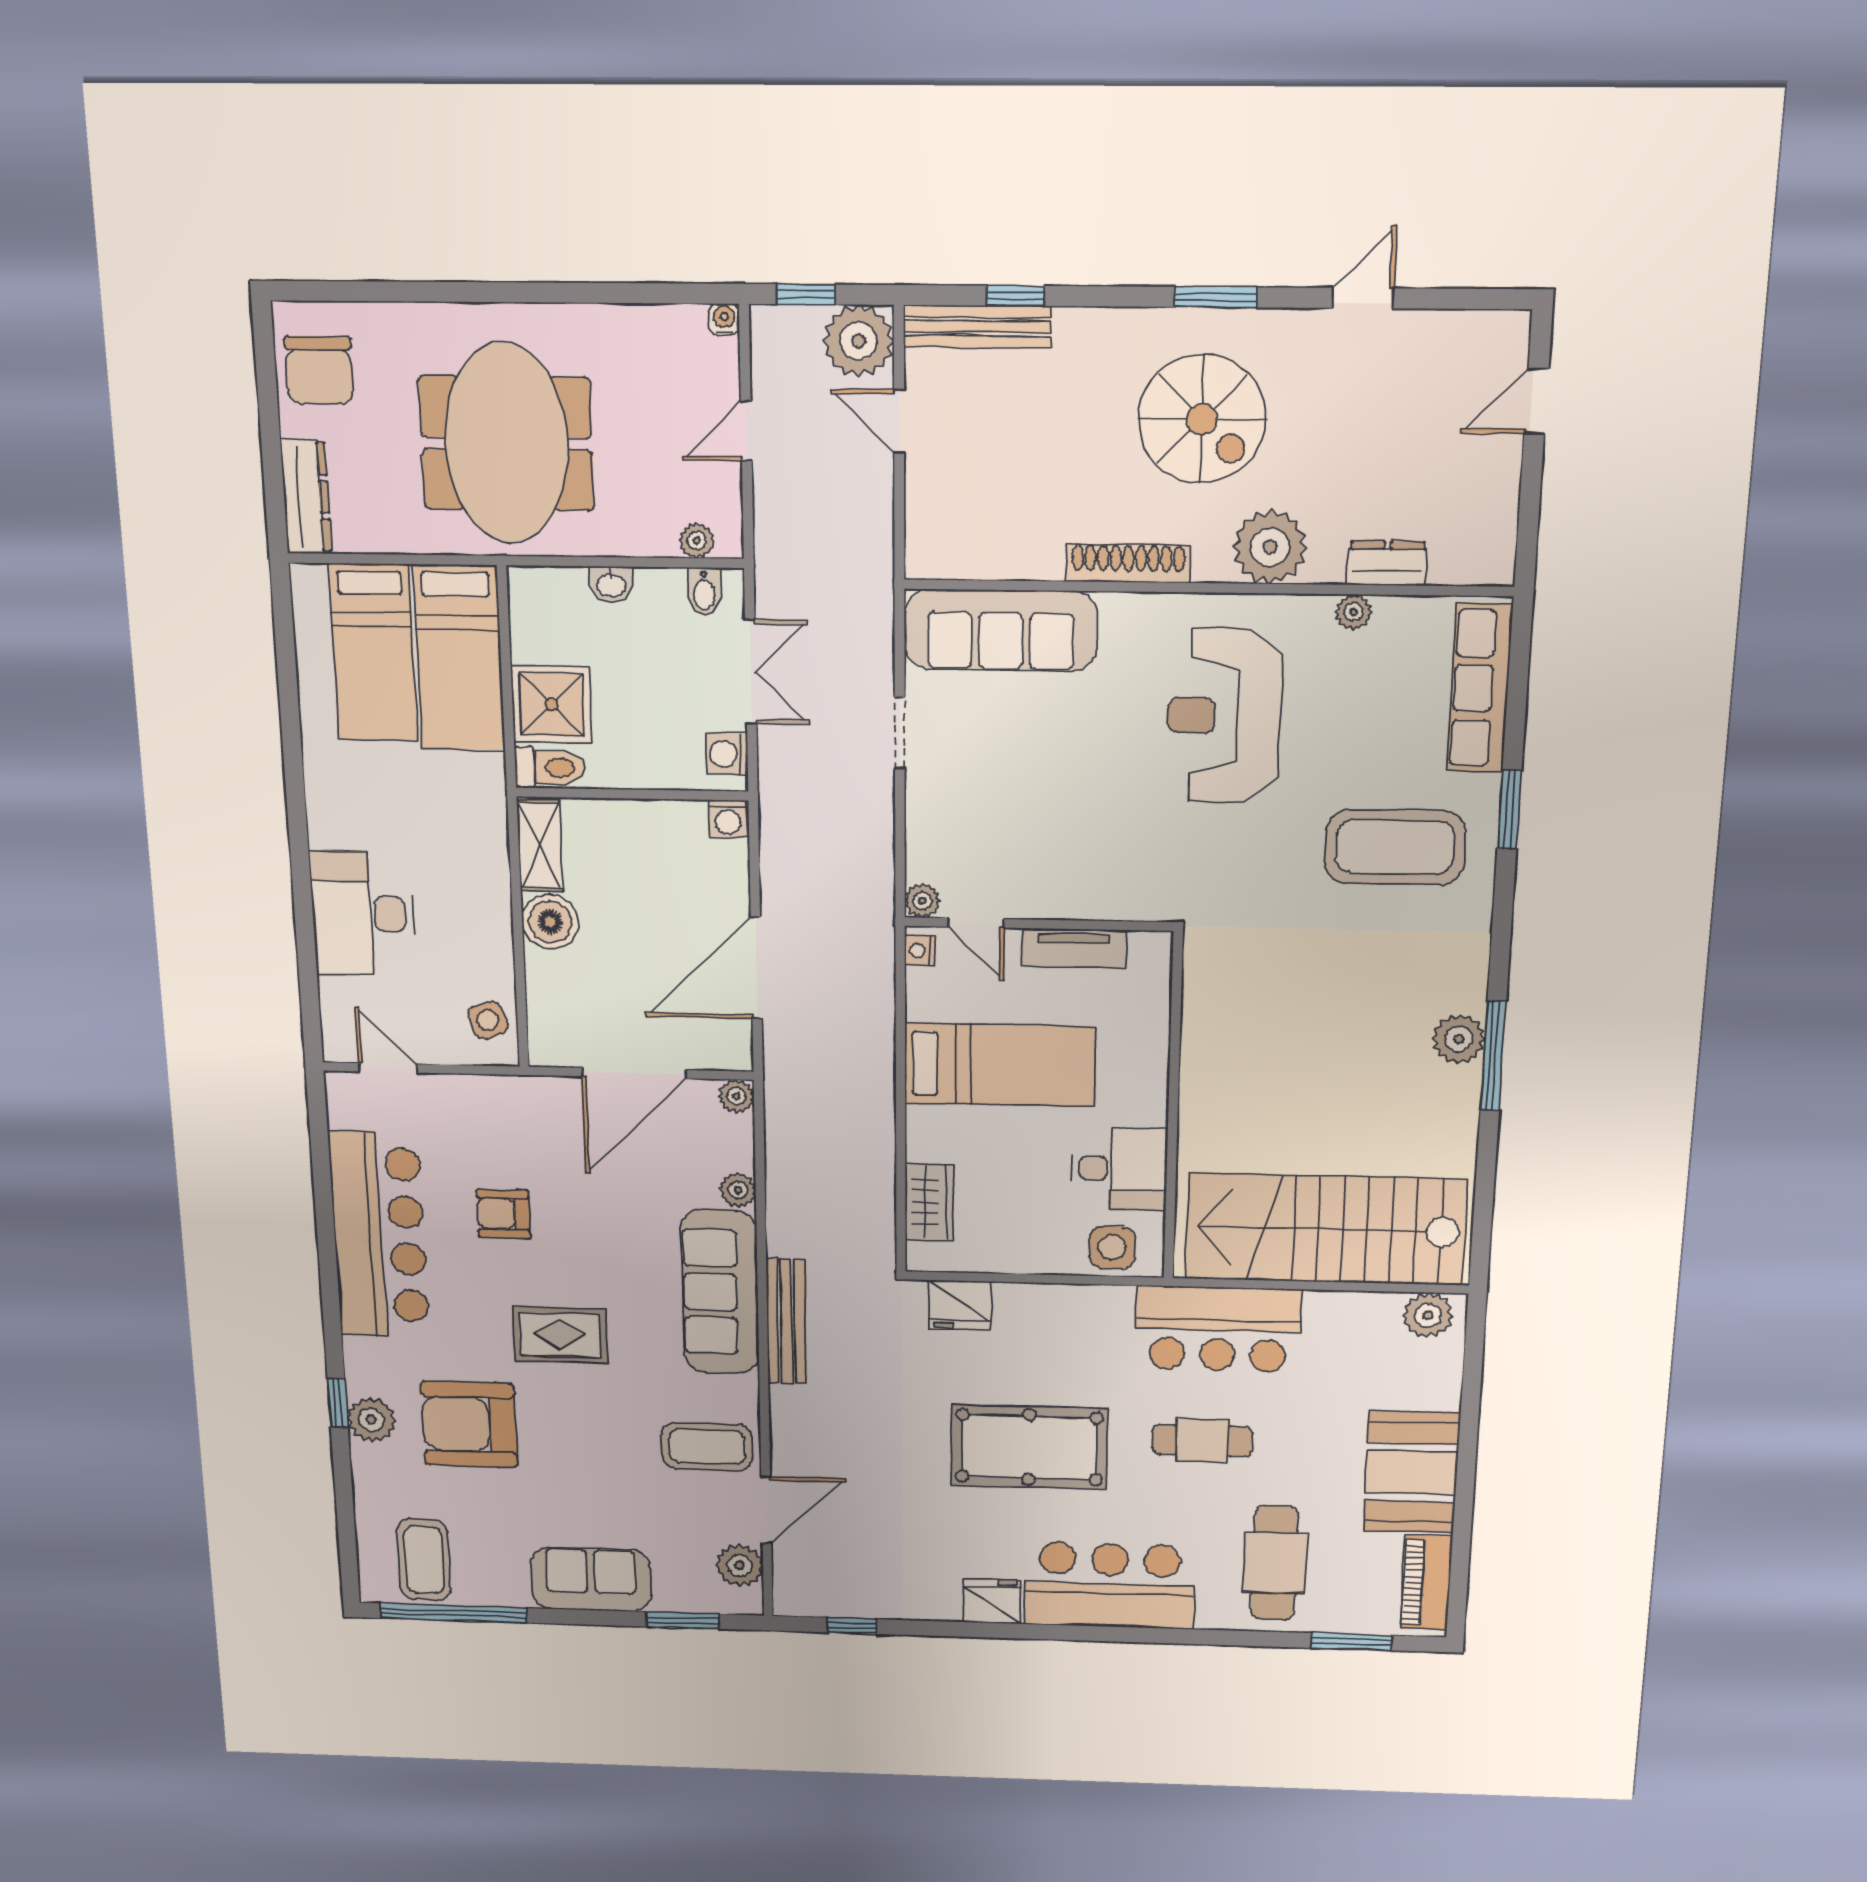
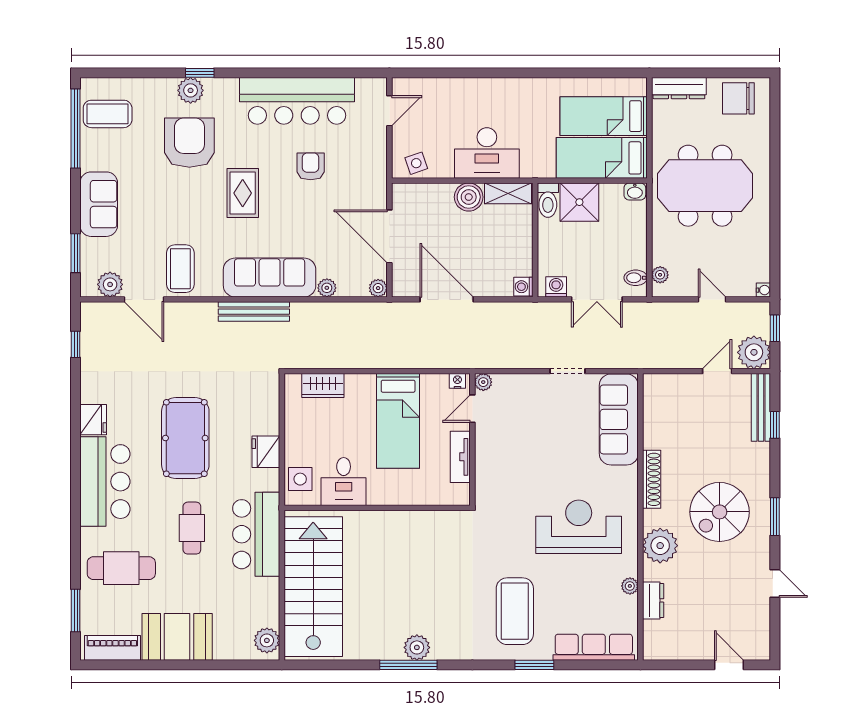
washbasin: (611, 584) -> (635, 191), moved, turned -90
desk: (363, 913) -> (487, 153), moved, turned 180
fridge: (959, 1305) -> (266, 452), moved

